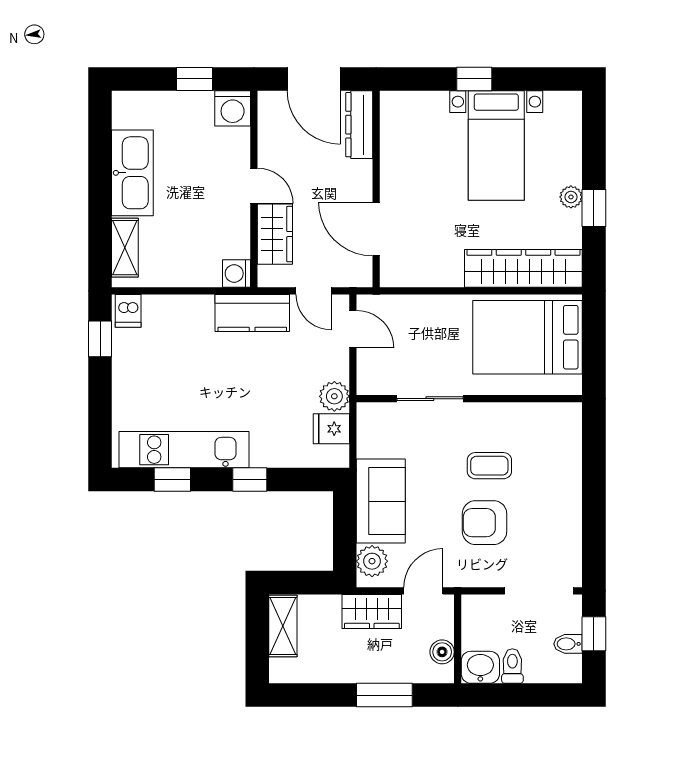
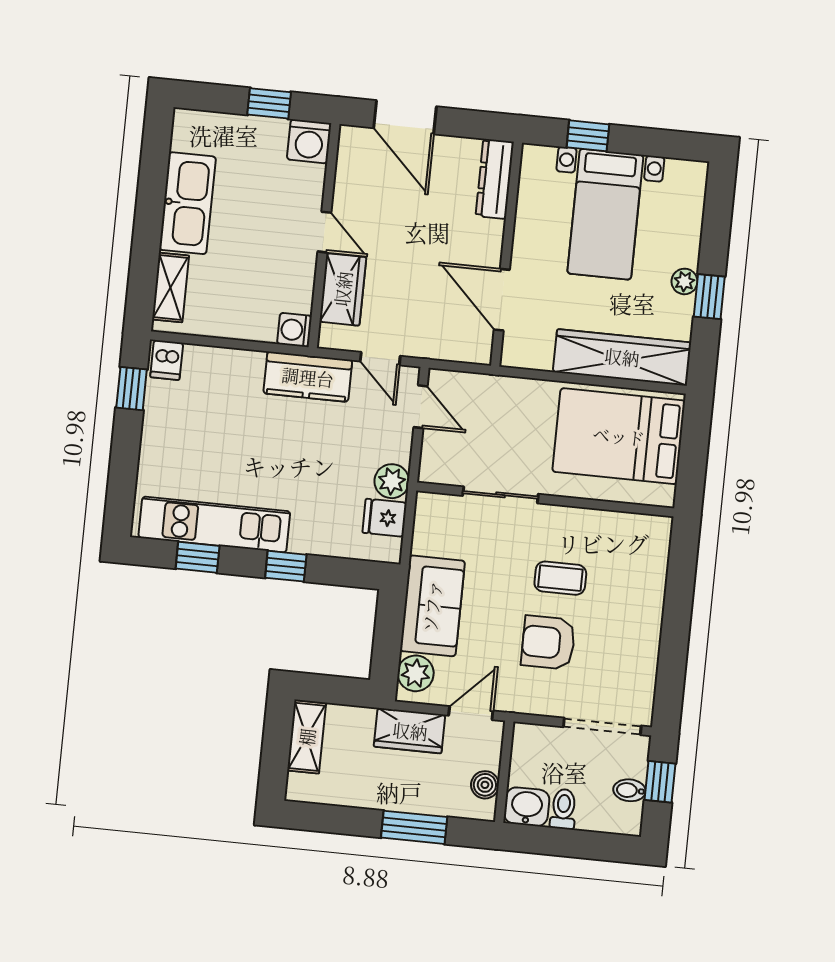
dresser: (359, 125) -> (495, 179), moved
wall: (376, 189) -> (506, 254), moved
door: (376, 229) -> (502, 300), moved

